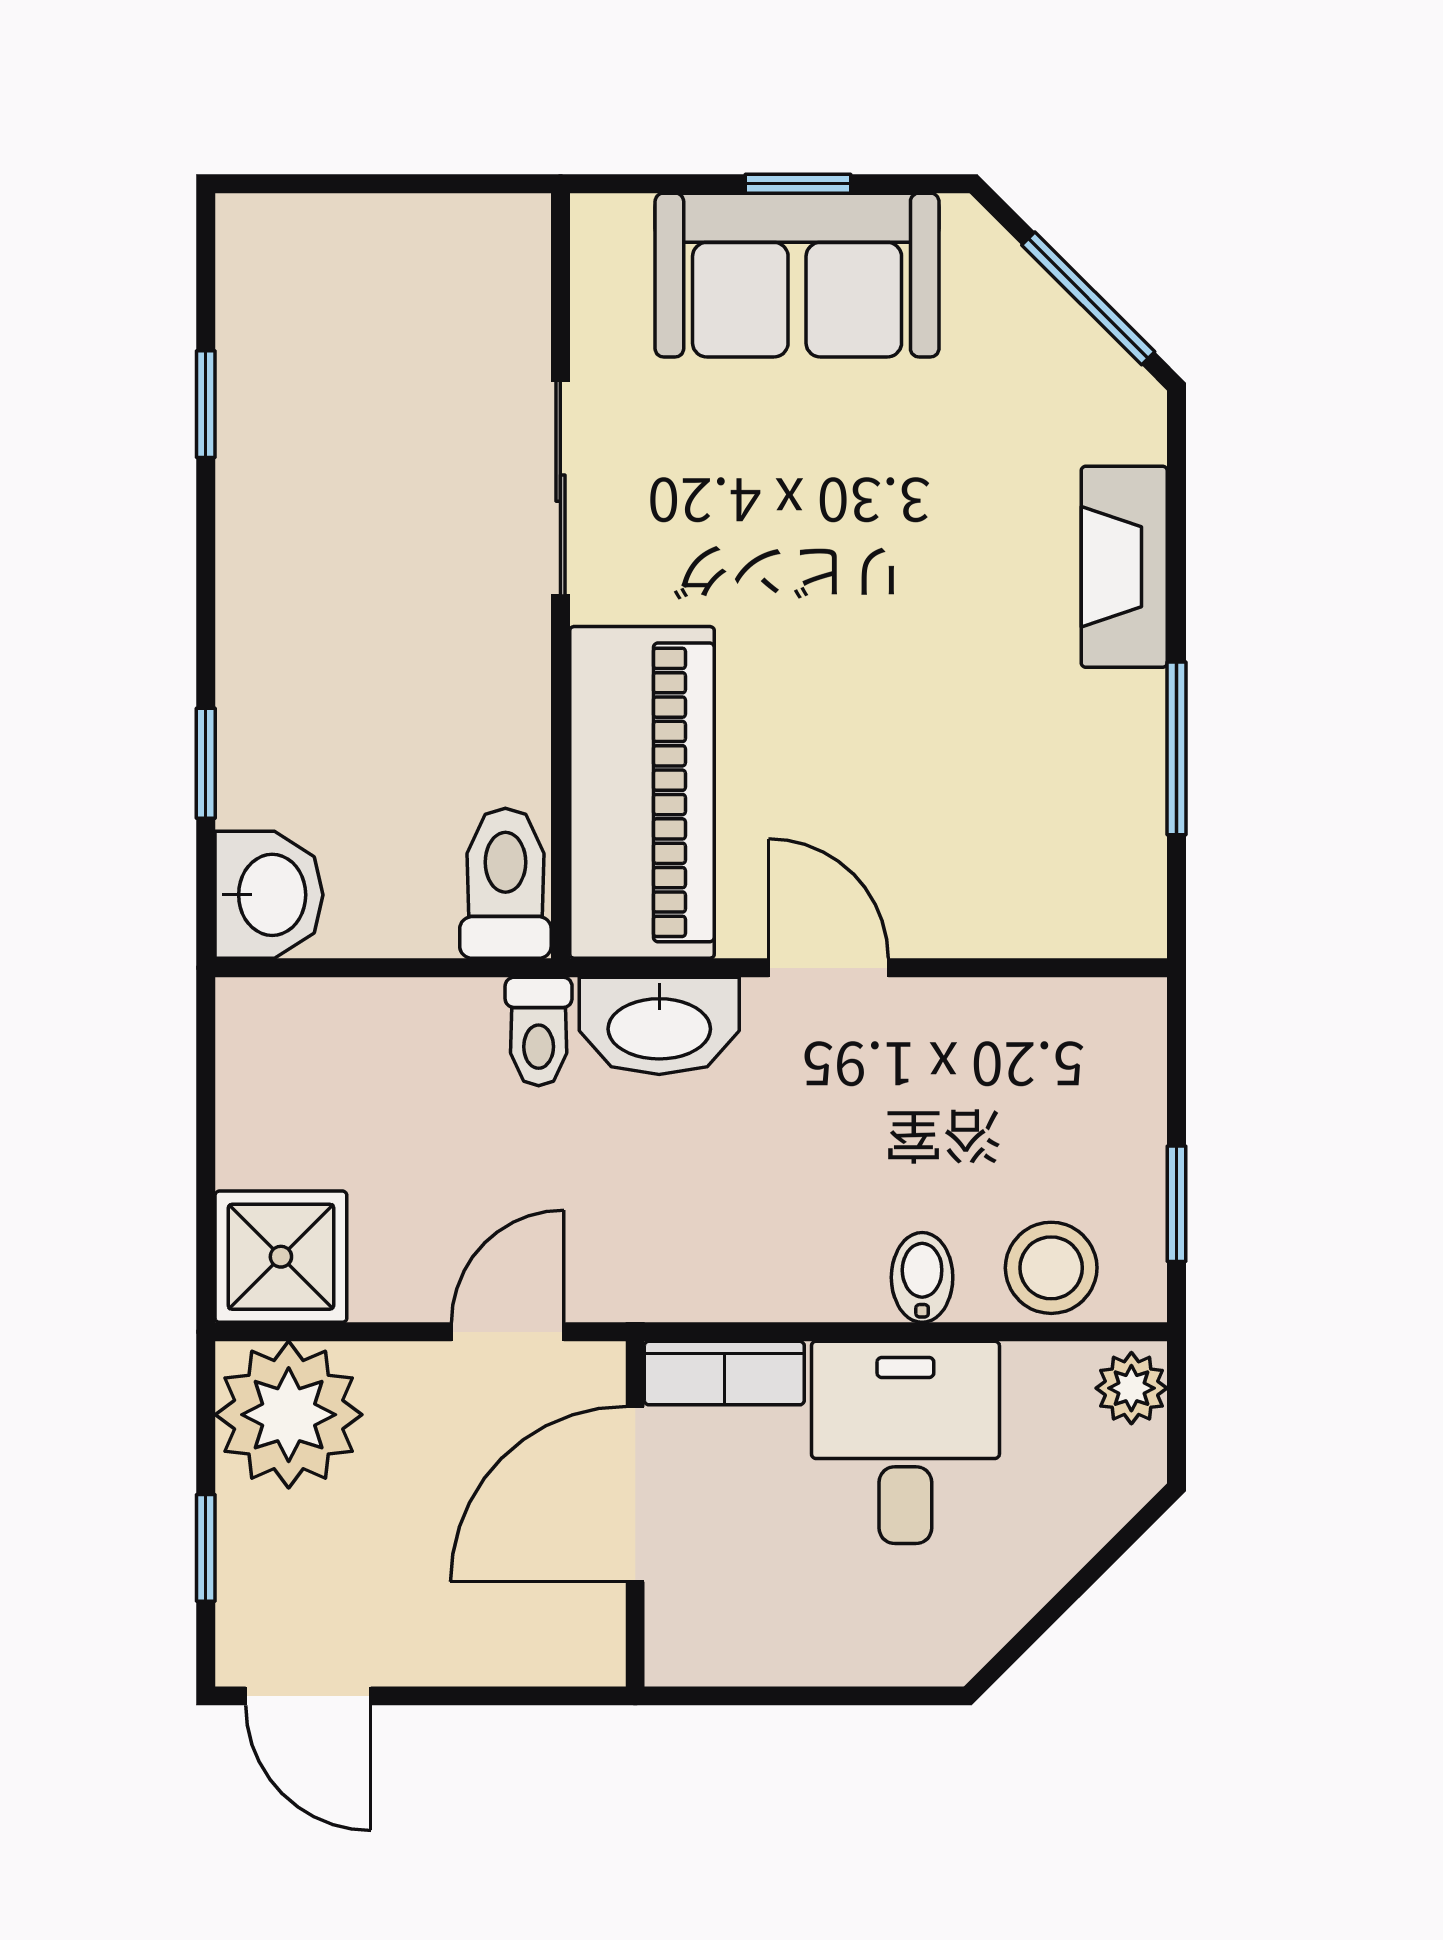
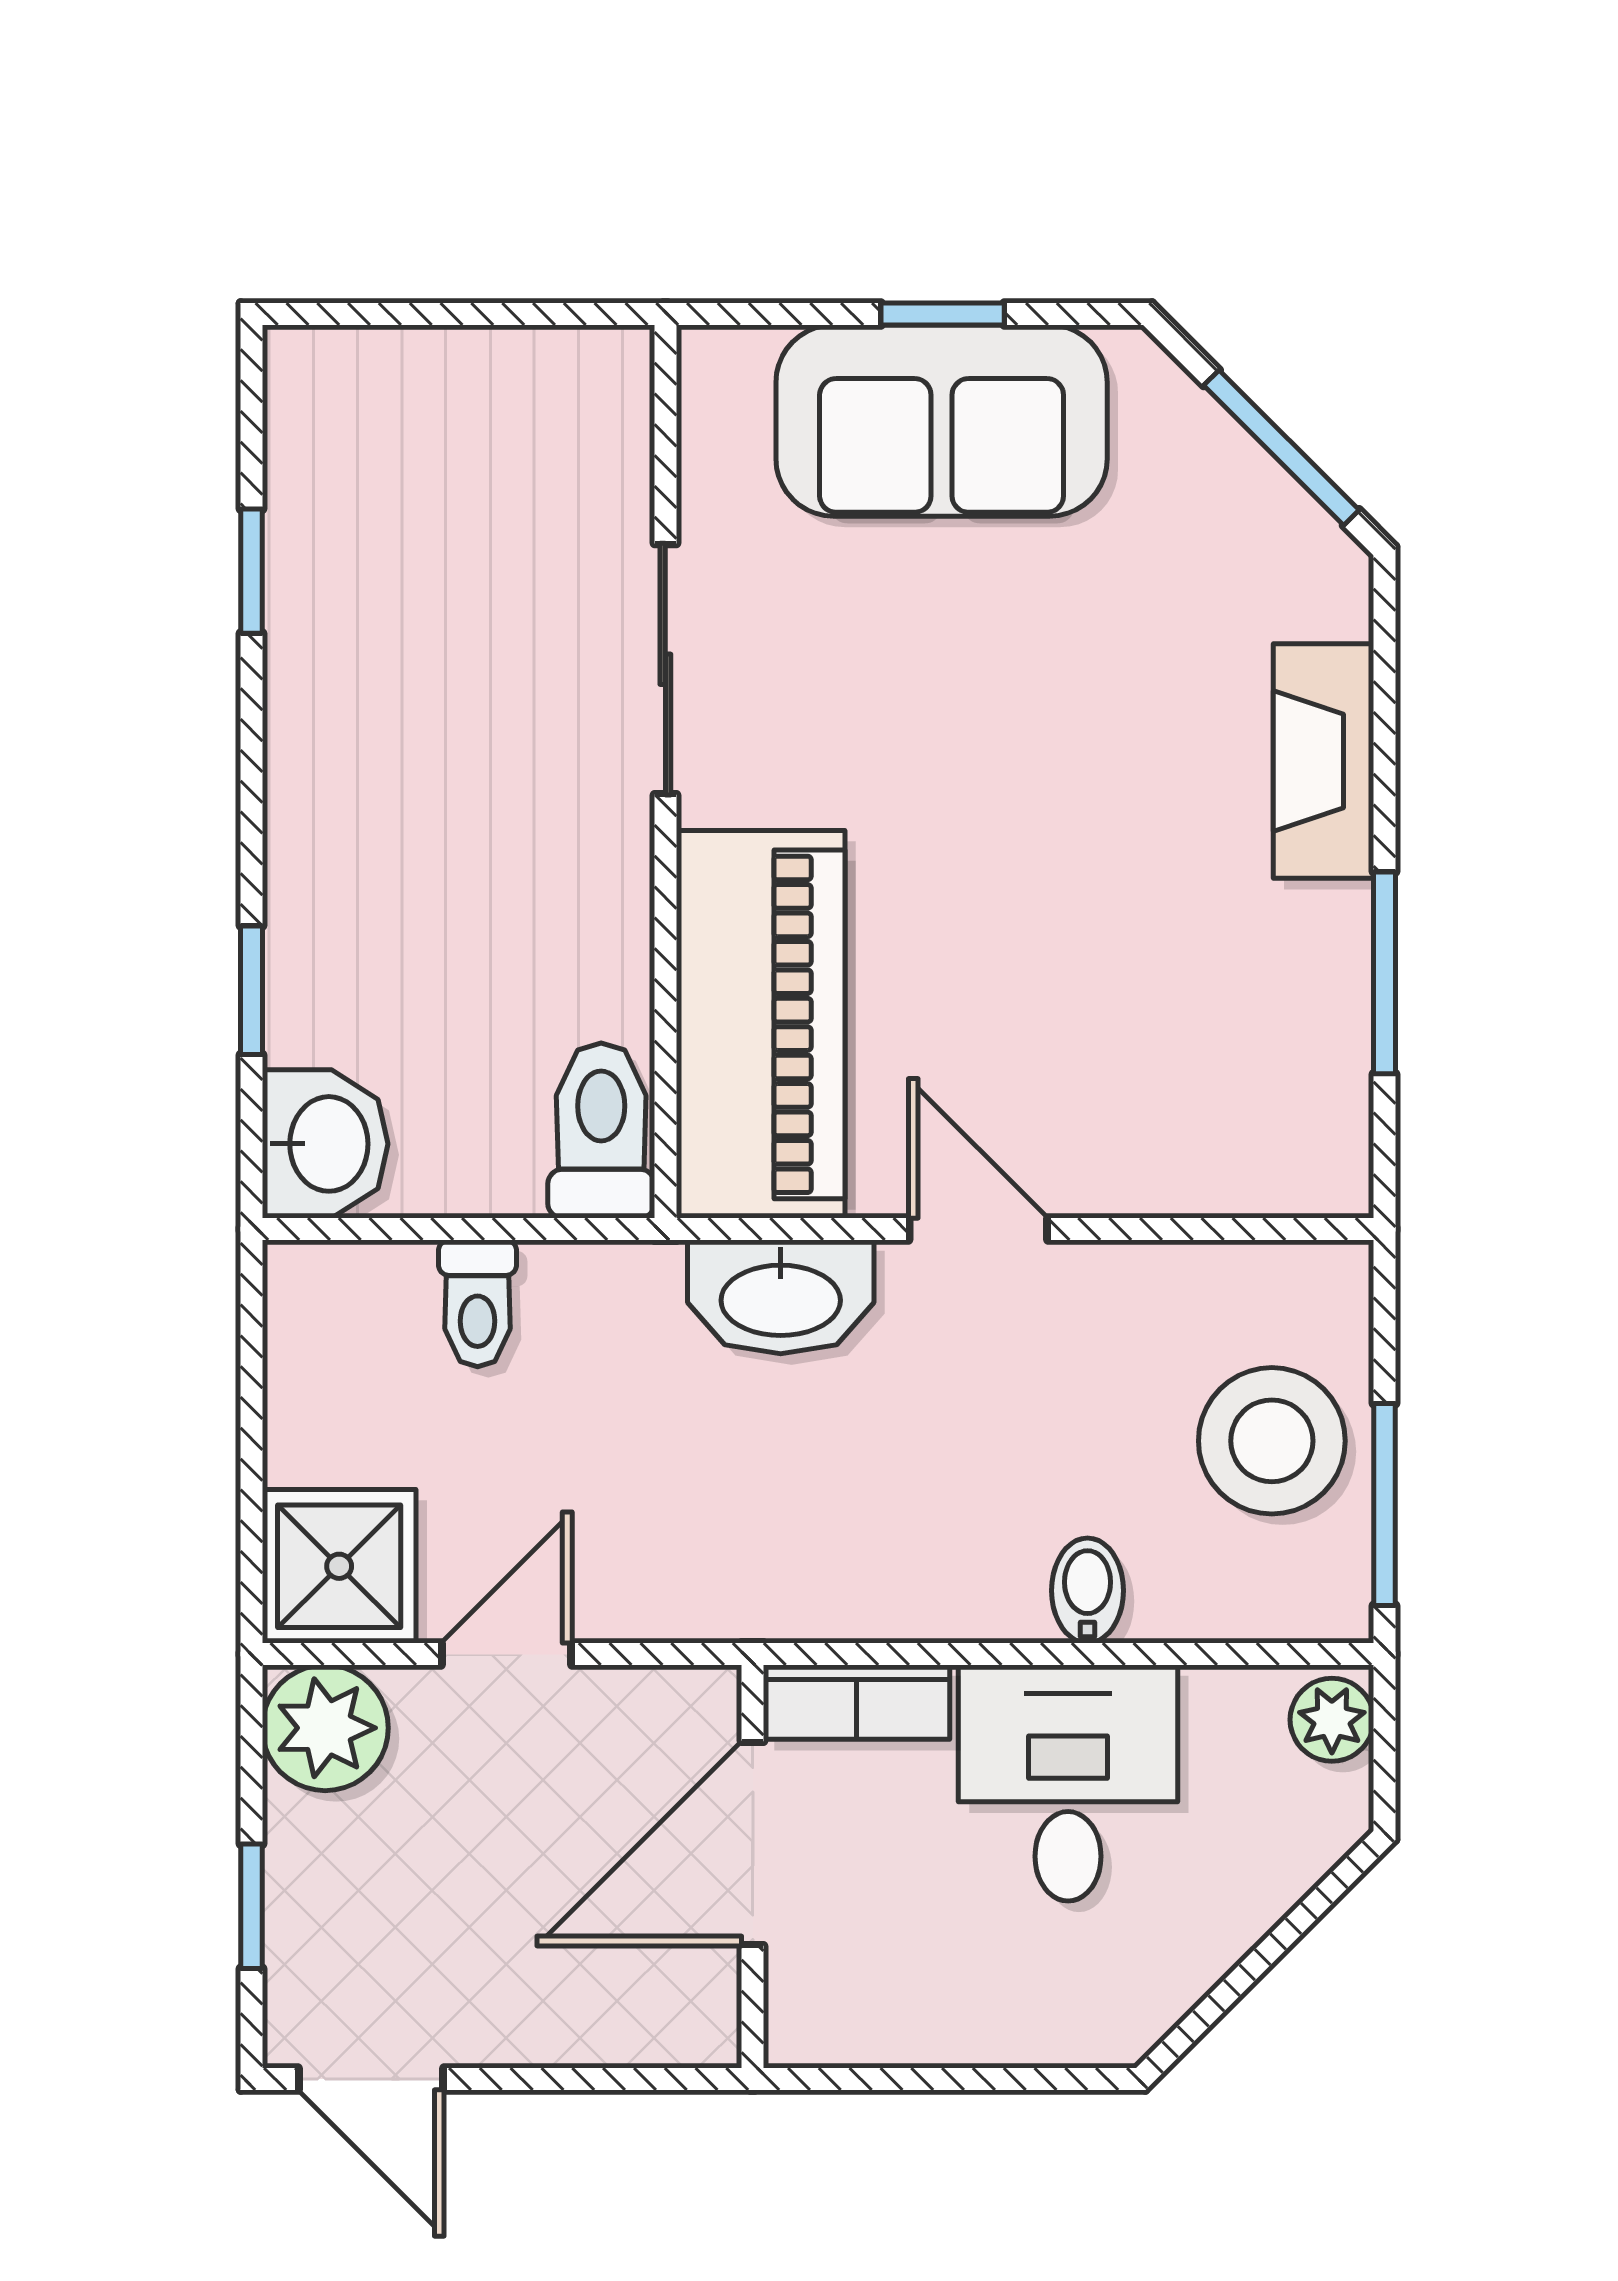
toilet: (539, 1031) -> (478, 1303), moved
window: (1177, 1204) -> (1384, 1505), width x1.50
stool: (1051, 1268) -> (1272, 1441), moved, width x1.38, depth x1.38
door: (508, 1332) -> (507, 1654), moved
plant: (289, 1415) -> (325, 1728), width x0.73, depth x0.73

